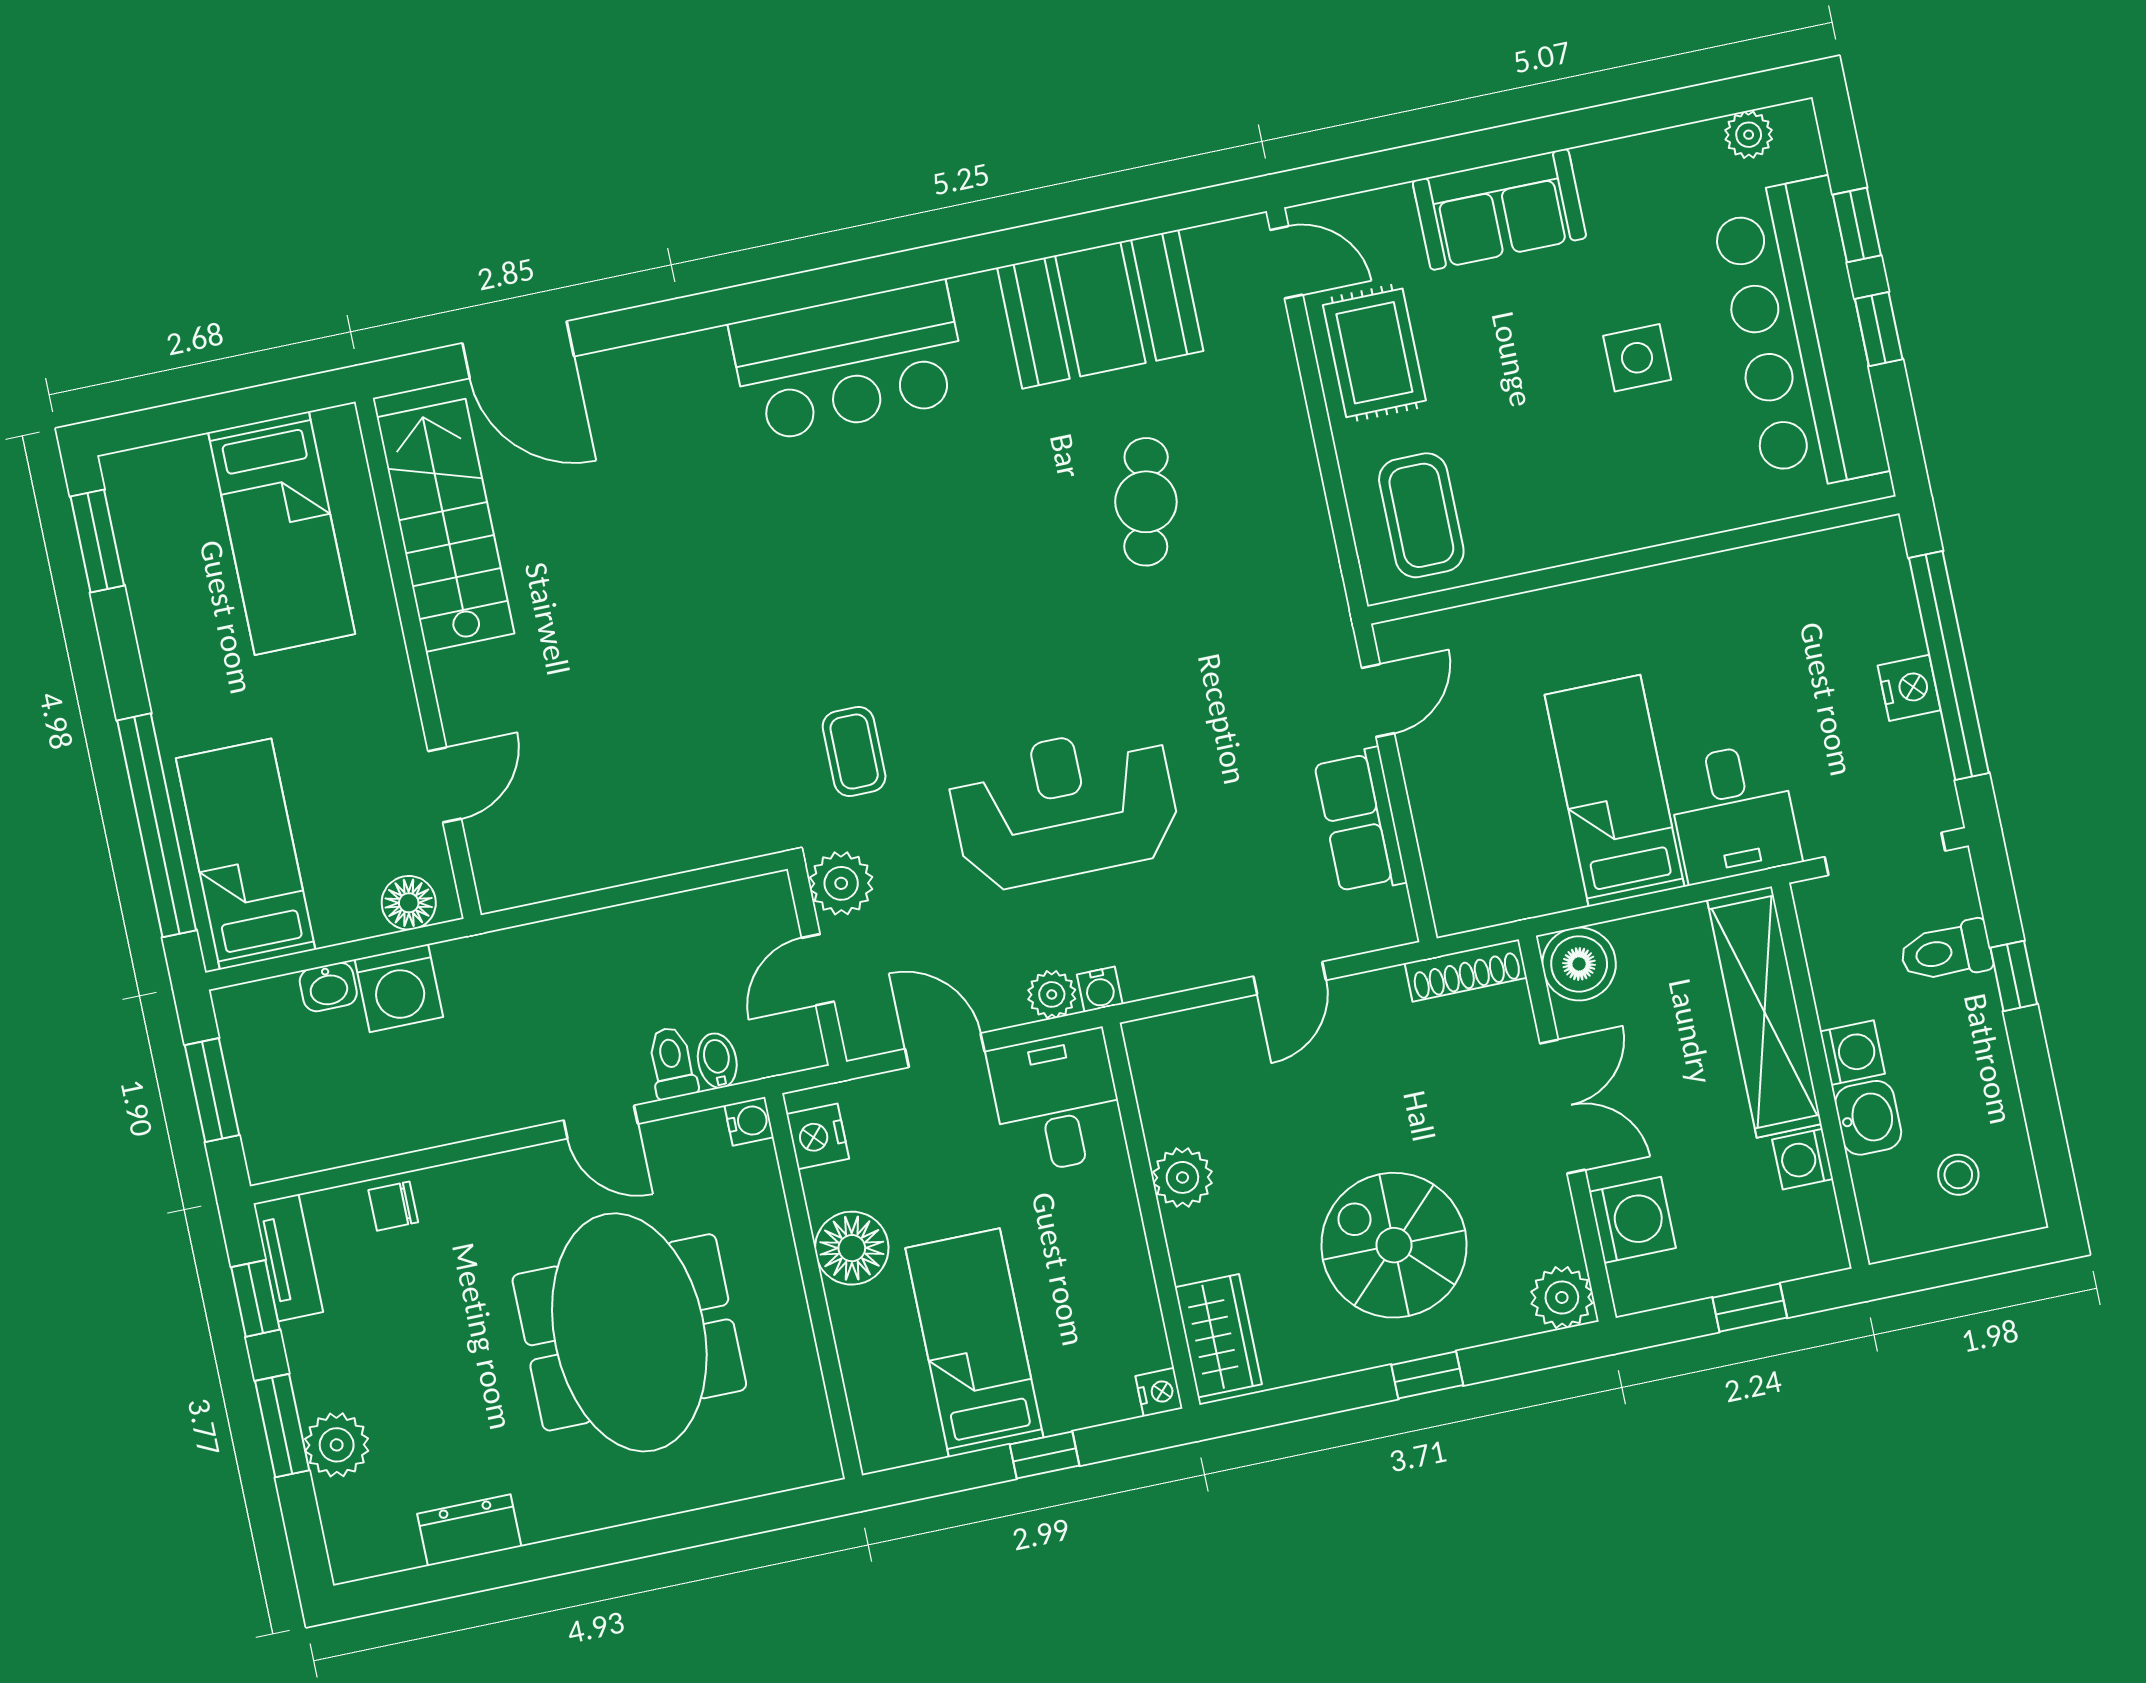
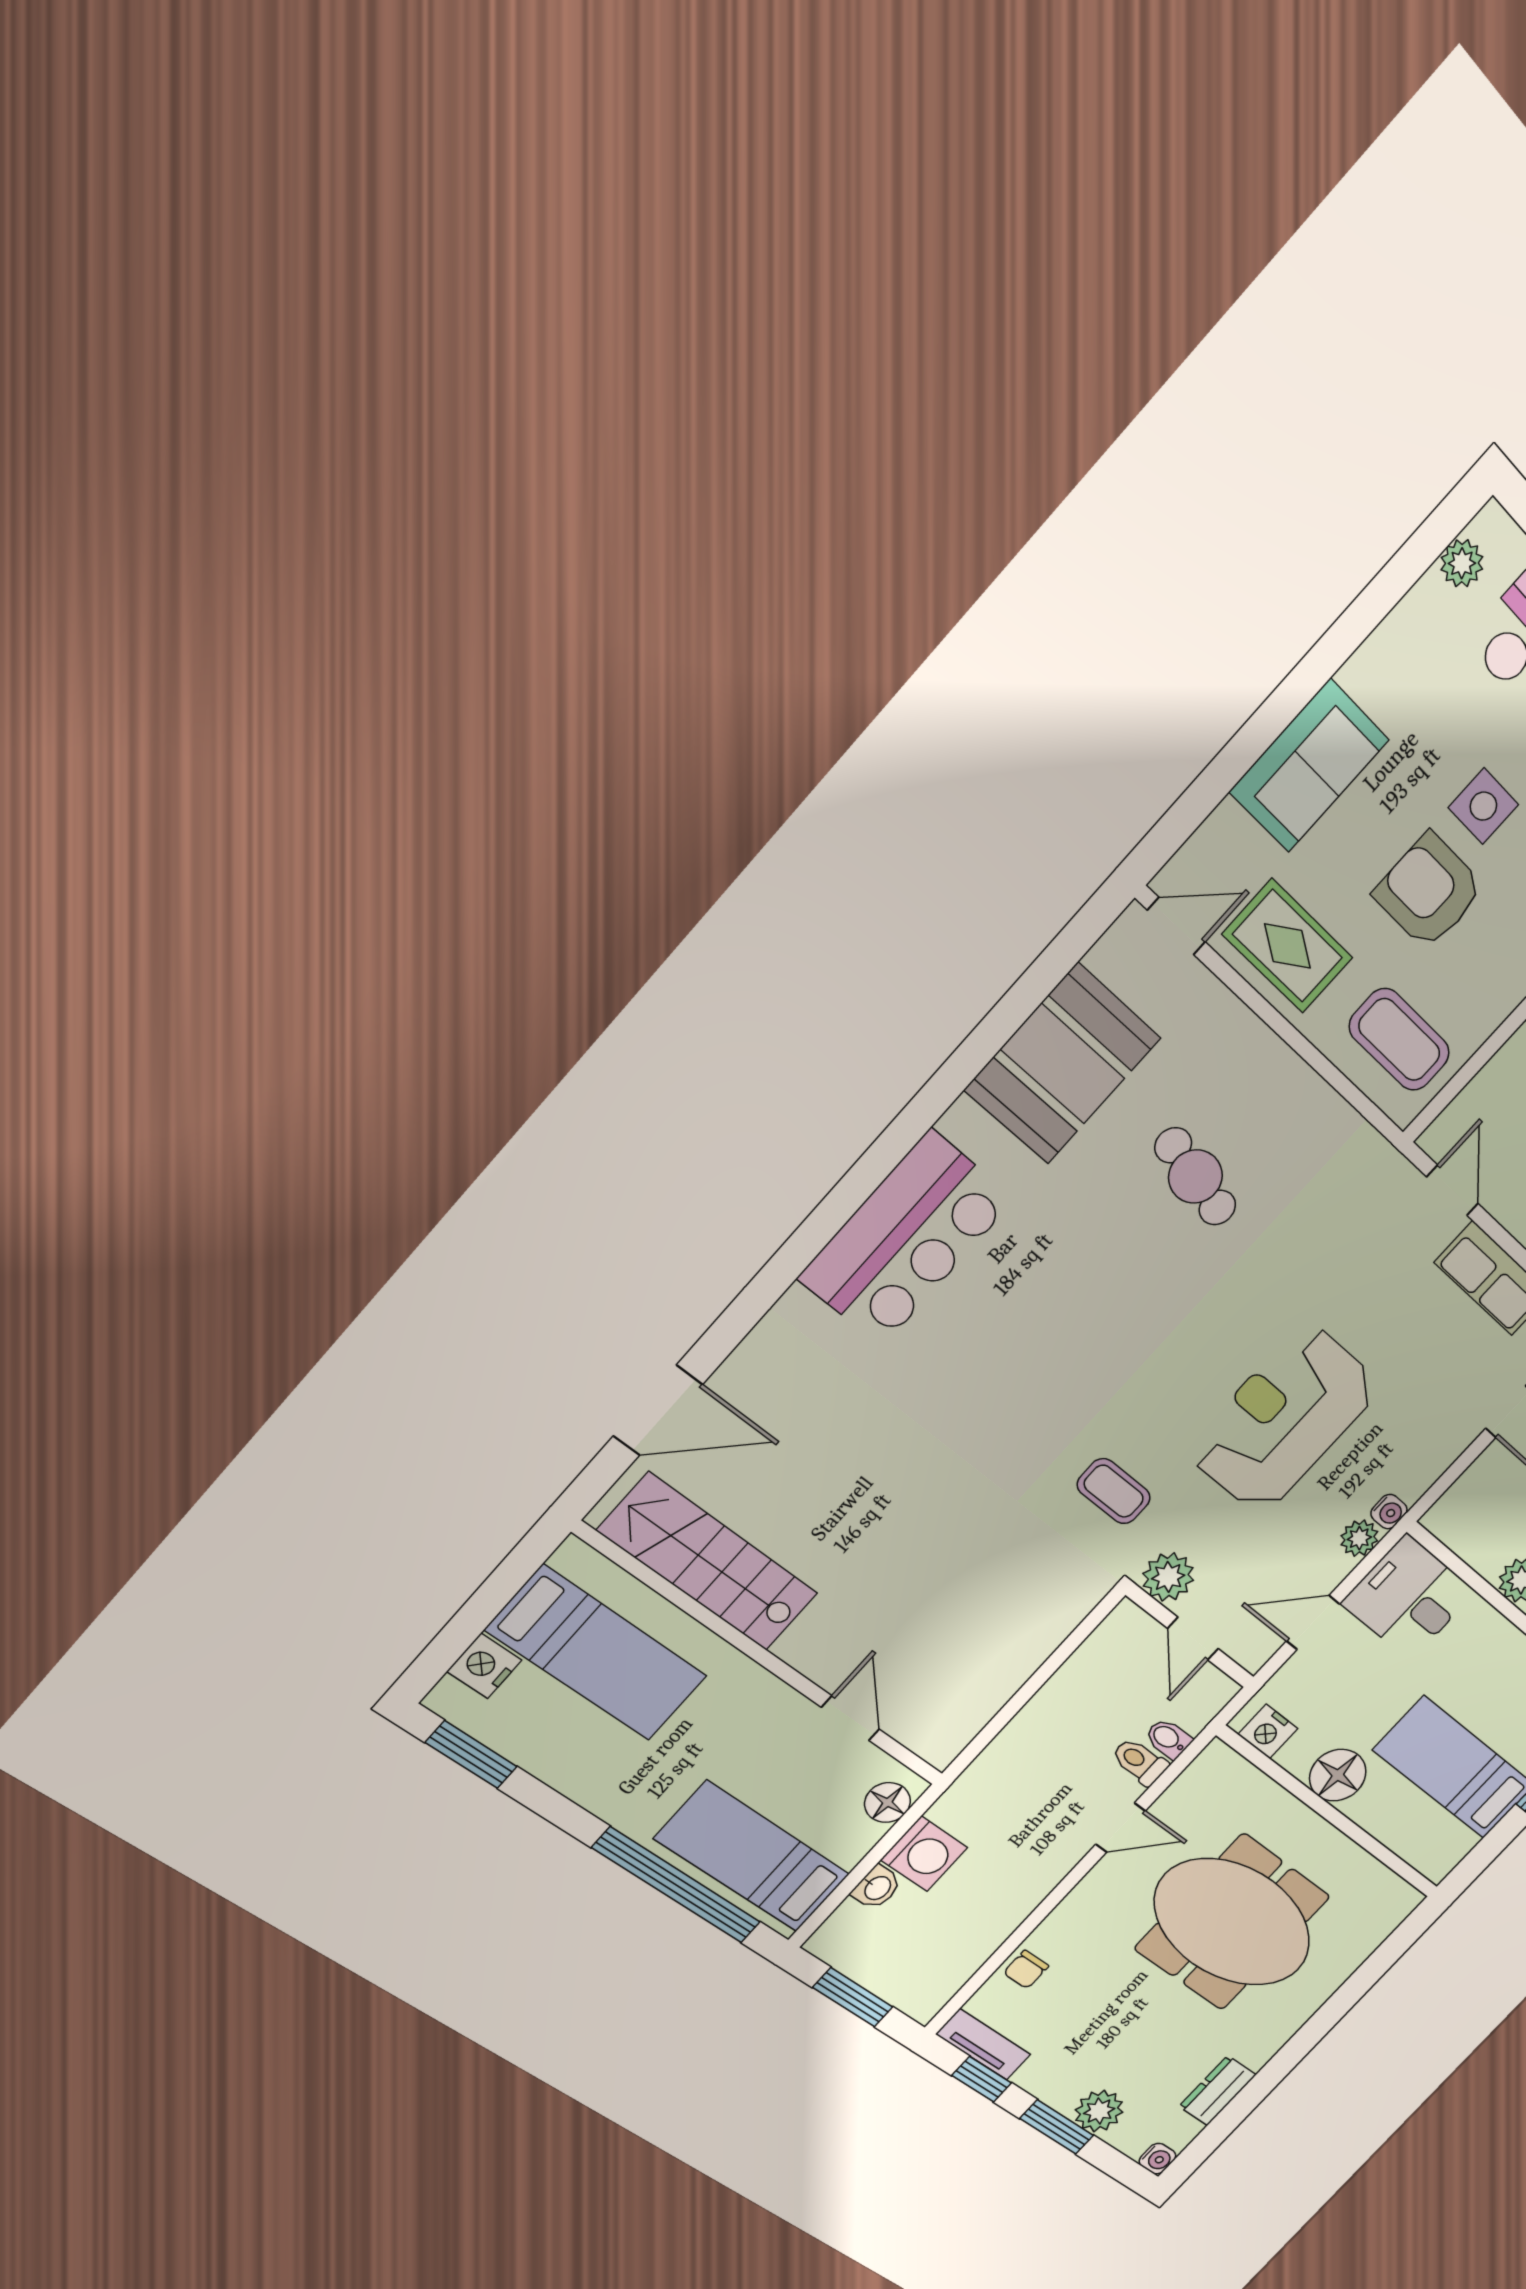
armchair: (1537, 398) -> (1429, 891), added
nightstand: (180, 466) -> (484, 1666), added
water cooler: (749, 1121) -> (1157, 2159), moved, turned 90

